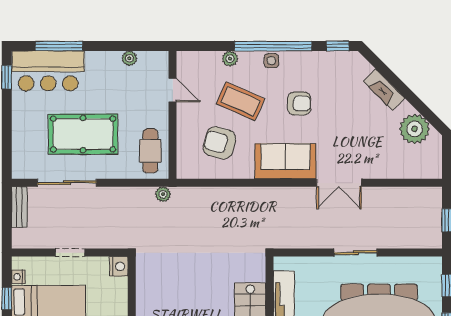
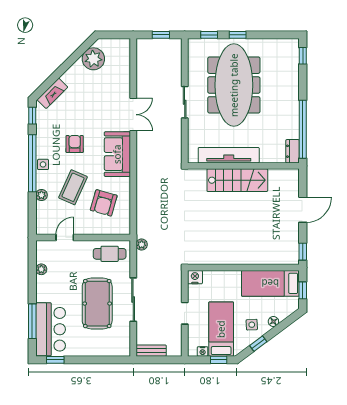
fireplace: (384, 90) -> (52, 93), moved
sliding door: (67, 183) -> (133, 300), moved

